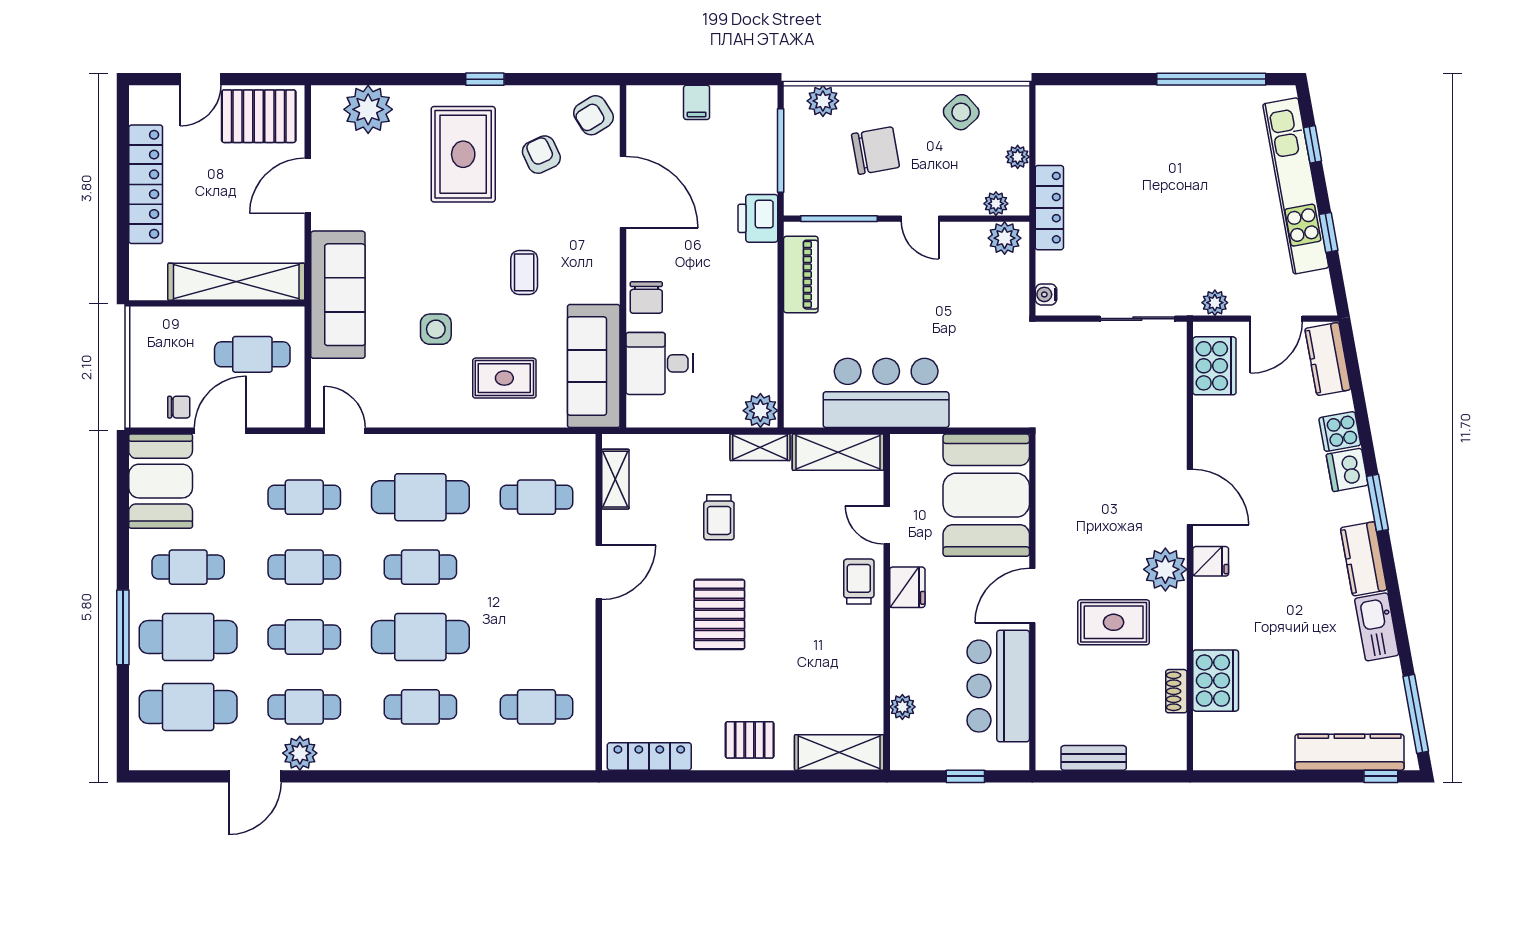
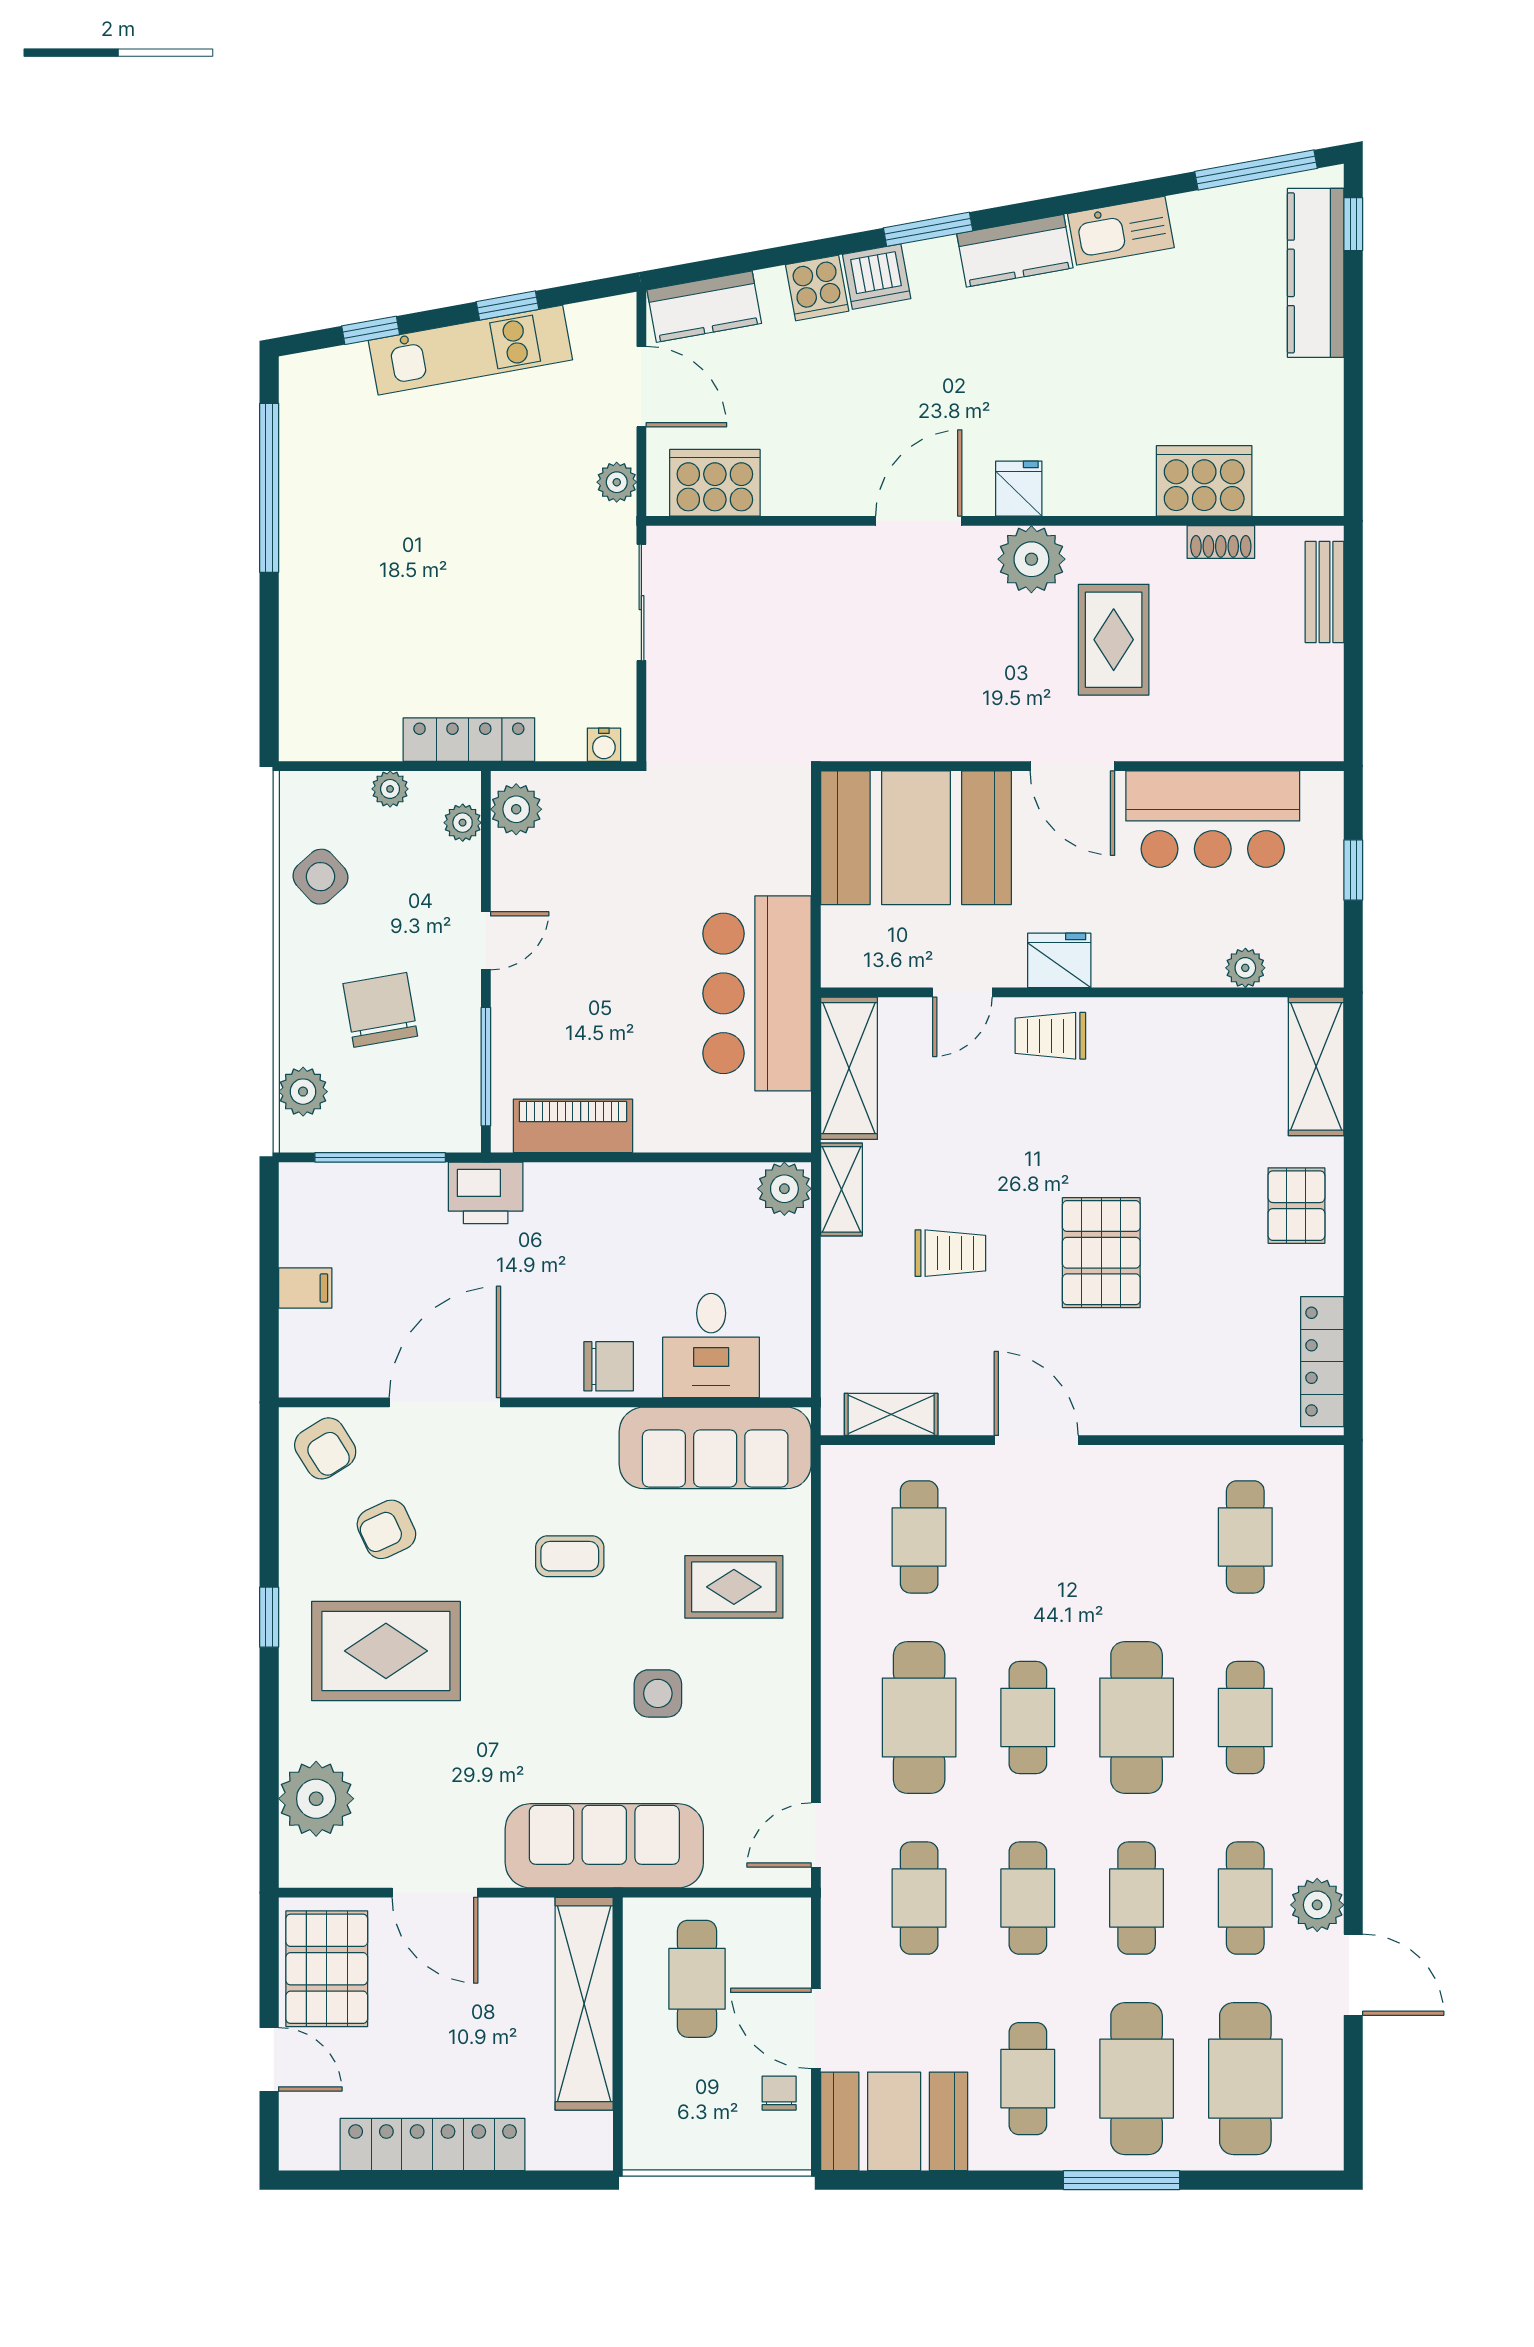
kitchen unit: (1296, 186) -> (470, 350), width x0.73
rug: (504, 378) -> (734, 1587), turned 90
pallet: (719, 614) -> (1101, 1253), turned 90
bench: (1094, 758) -> (1324, 592), moved

